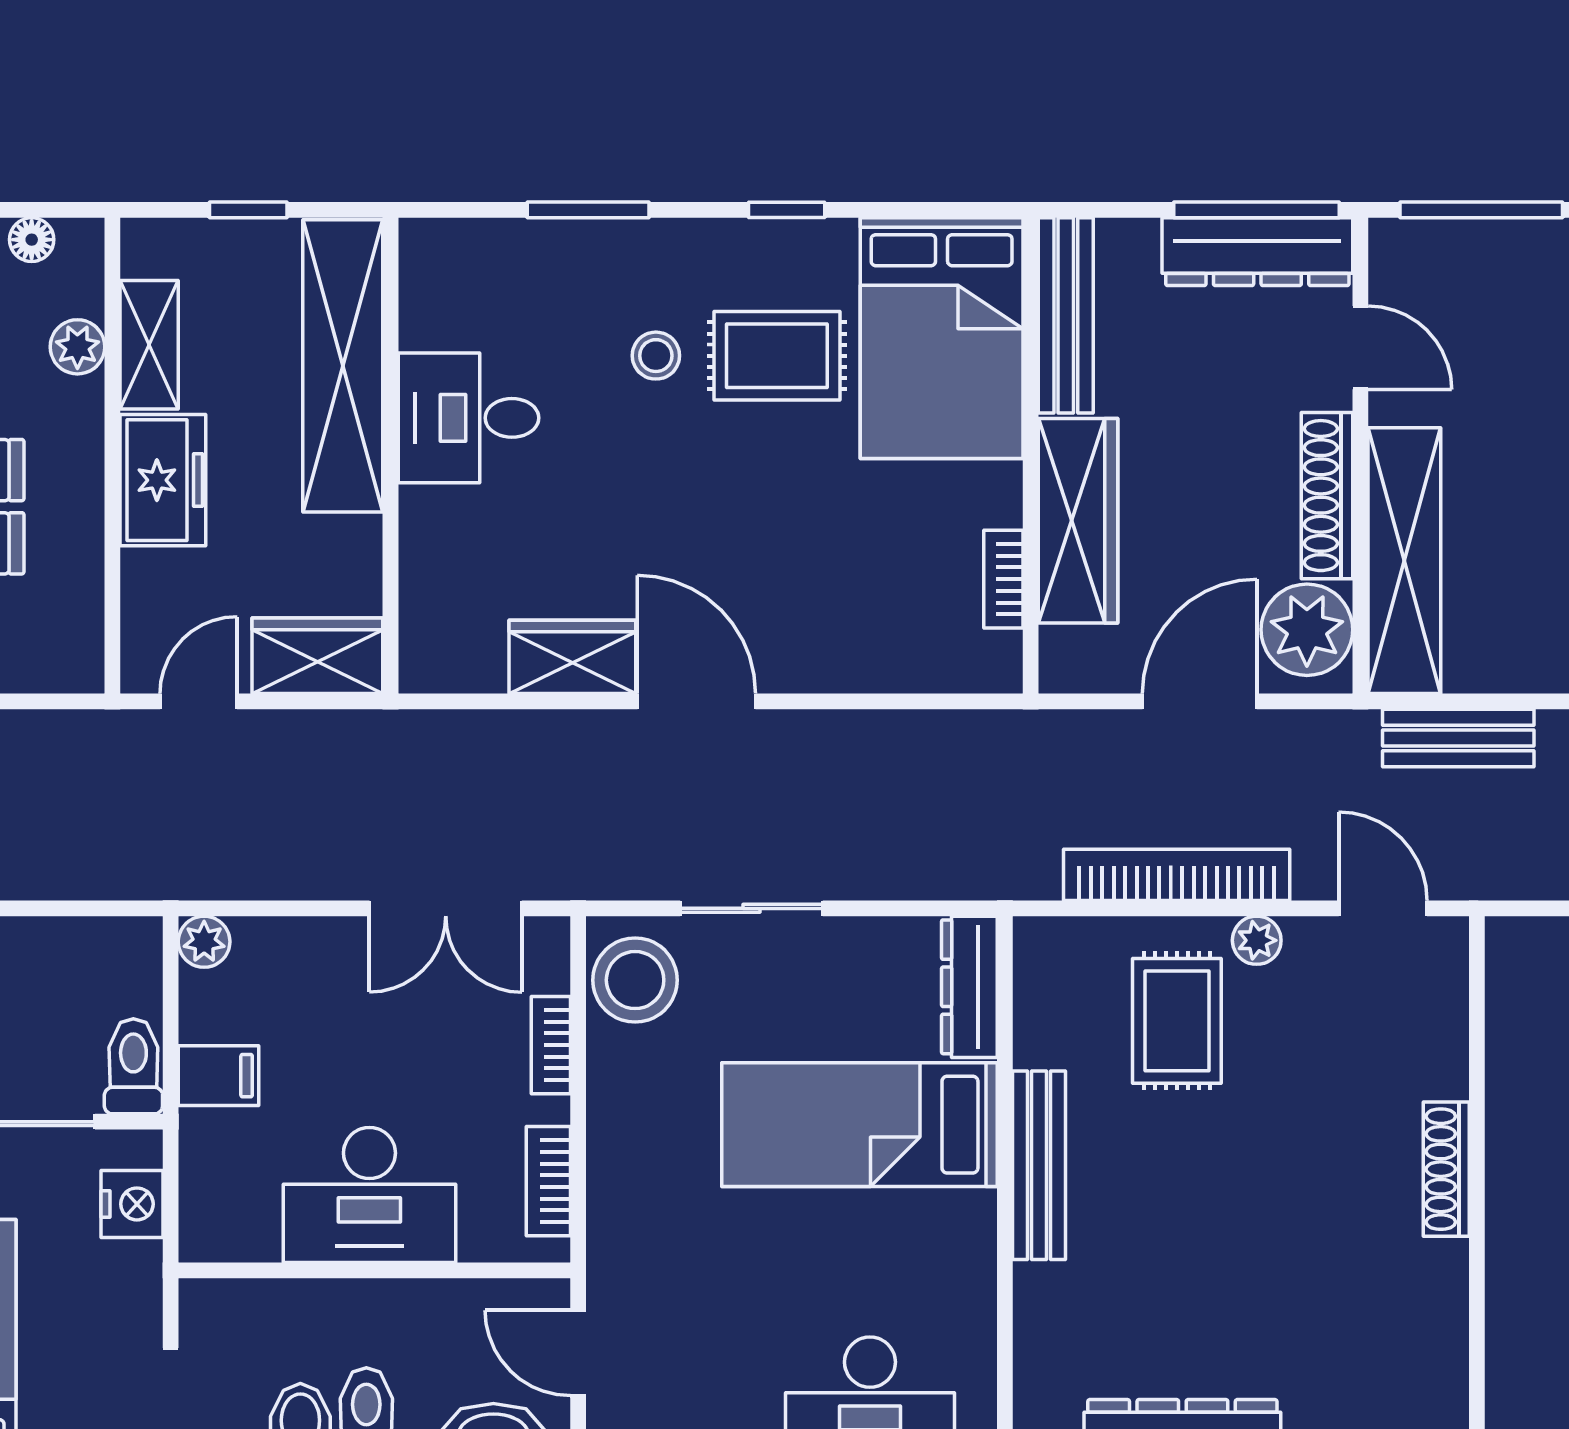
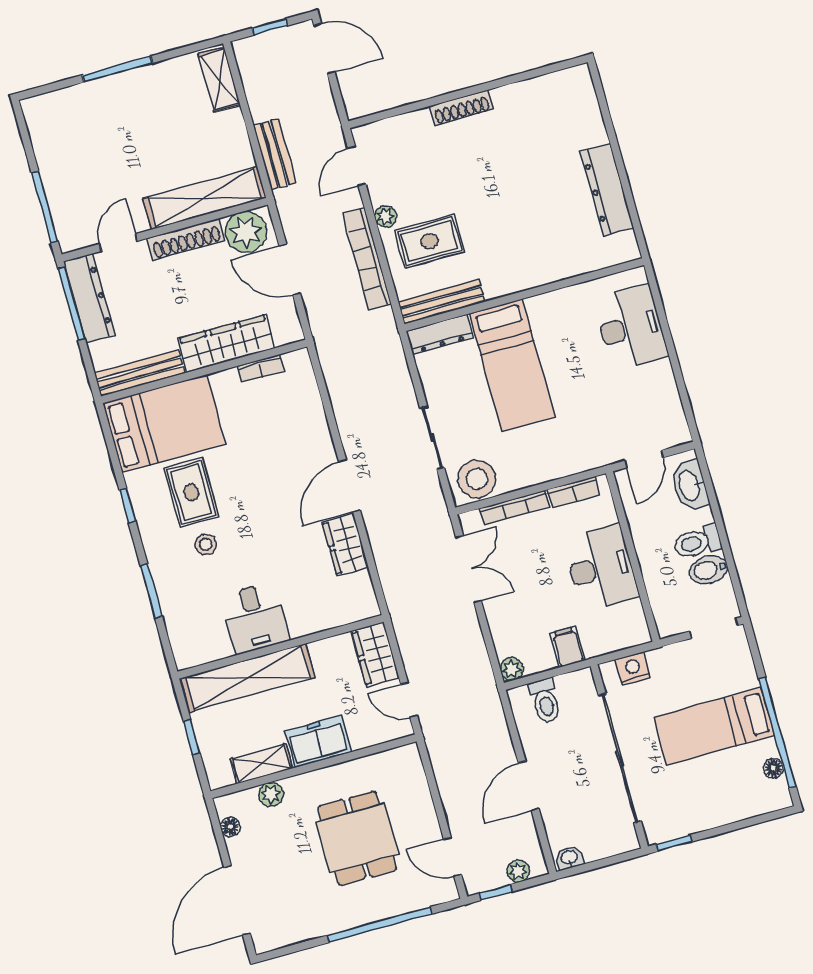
bookcase: (551, 1045) -> (515, 508), width x1.56
toilet: (133, 1066) -> (545, 701), moved, turned -90
bench: (1039, 1165) -> (442, 302), moved

